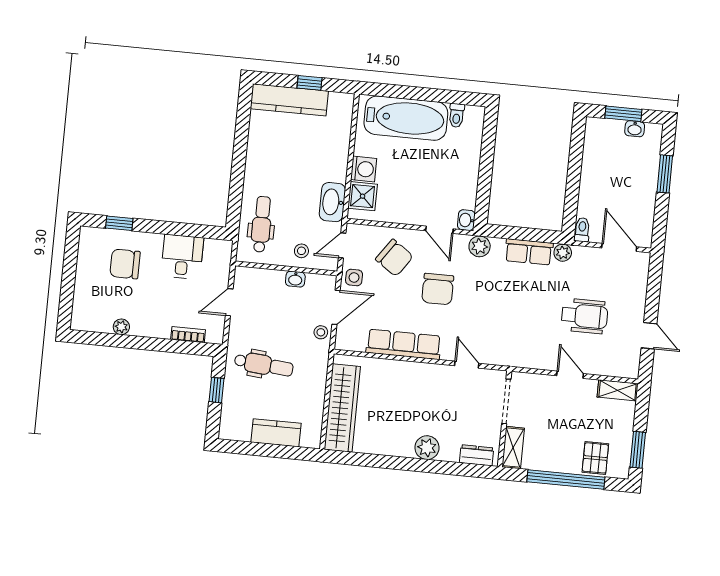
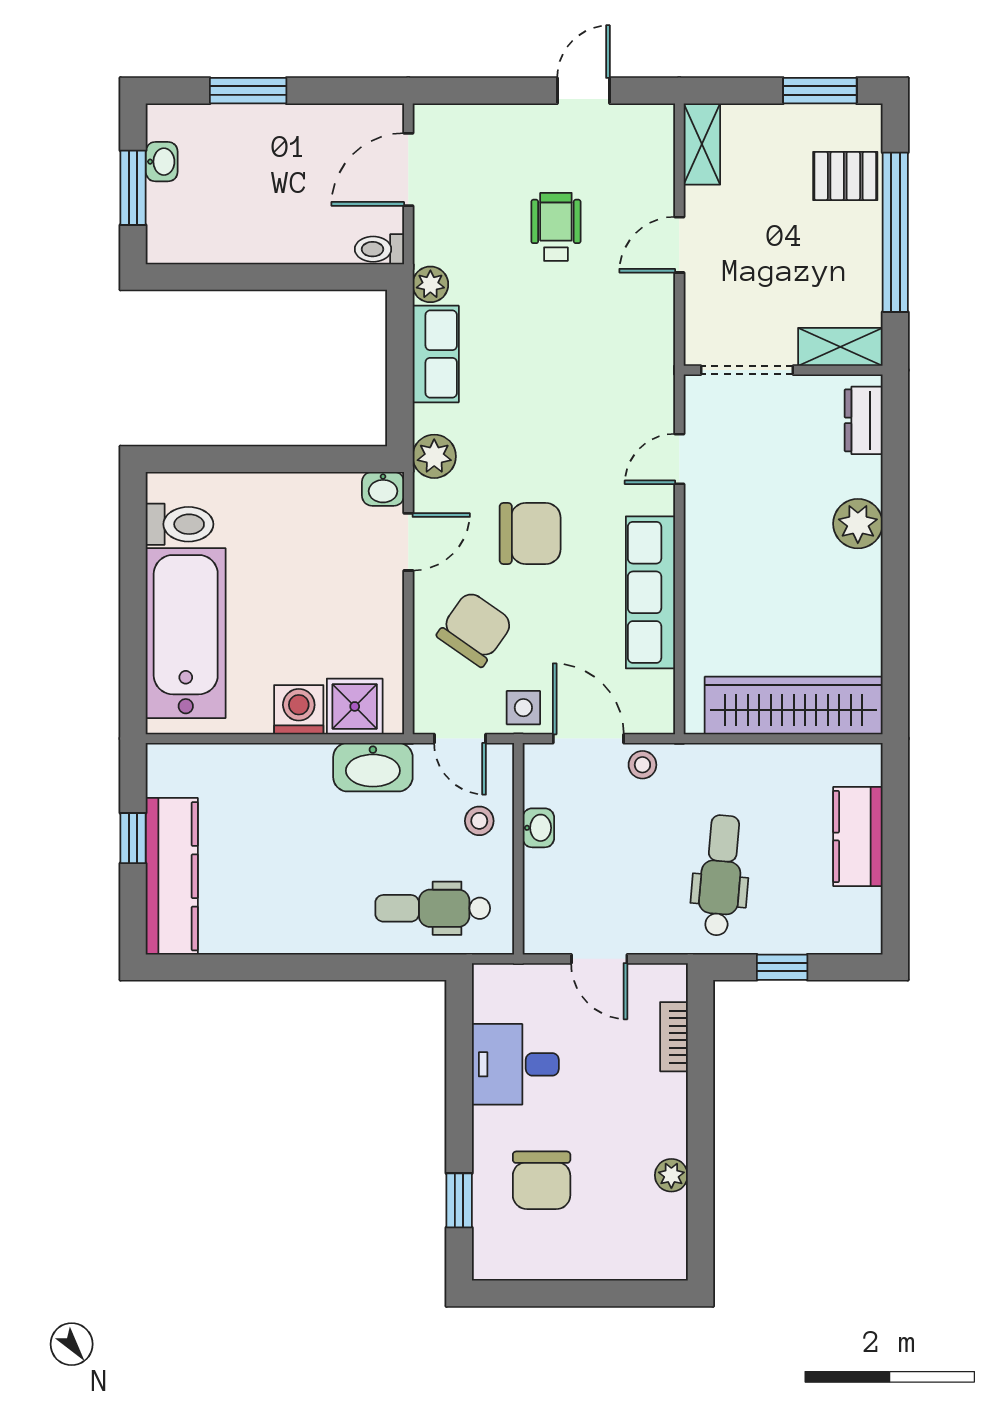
toilet: (457, 115) -> (180, 524), width x1.37, depth x1.39
wheelchair: (584, 316) -> (556, 227), width x0.73, depth x0.73

